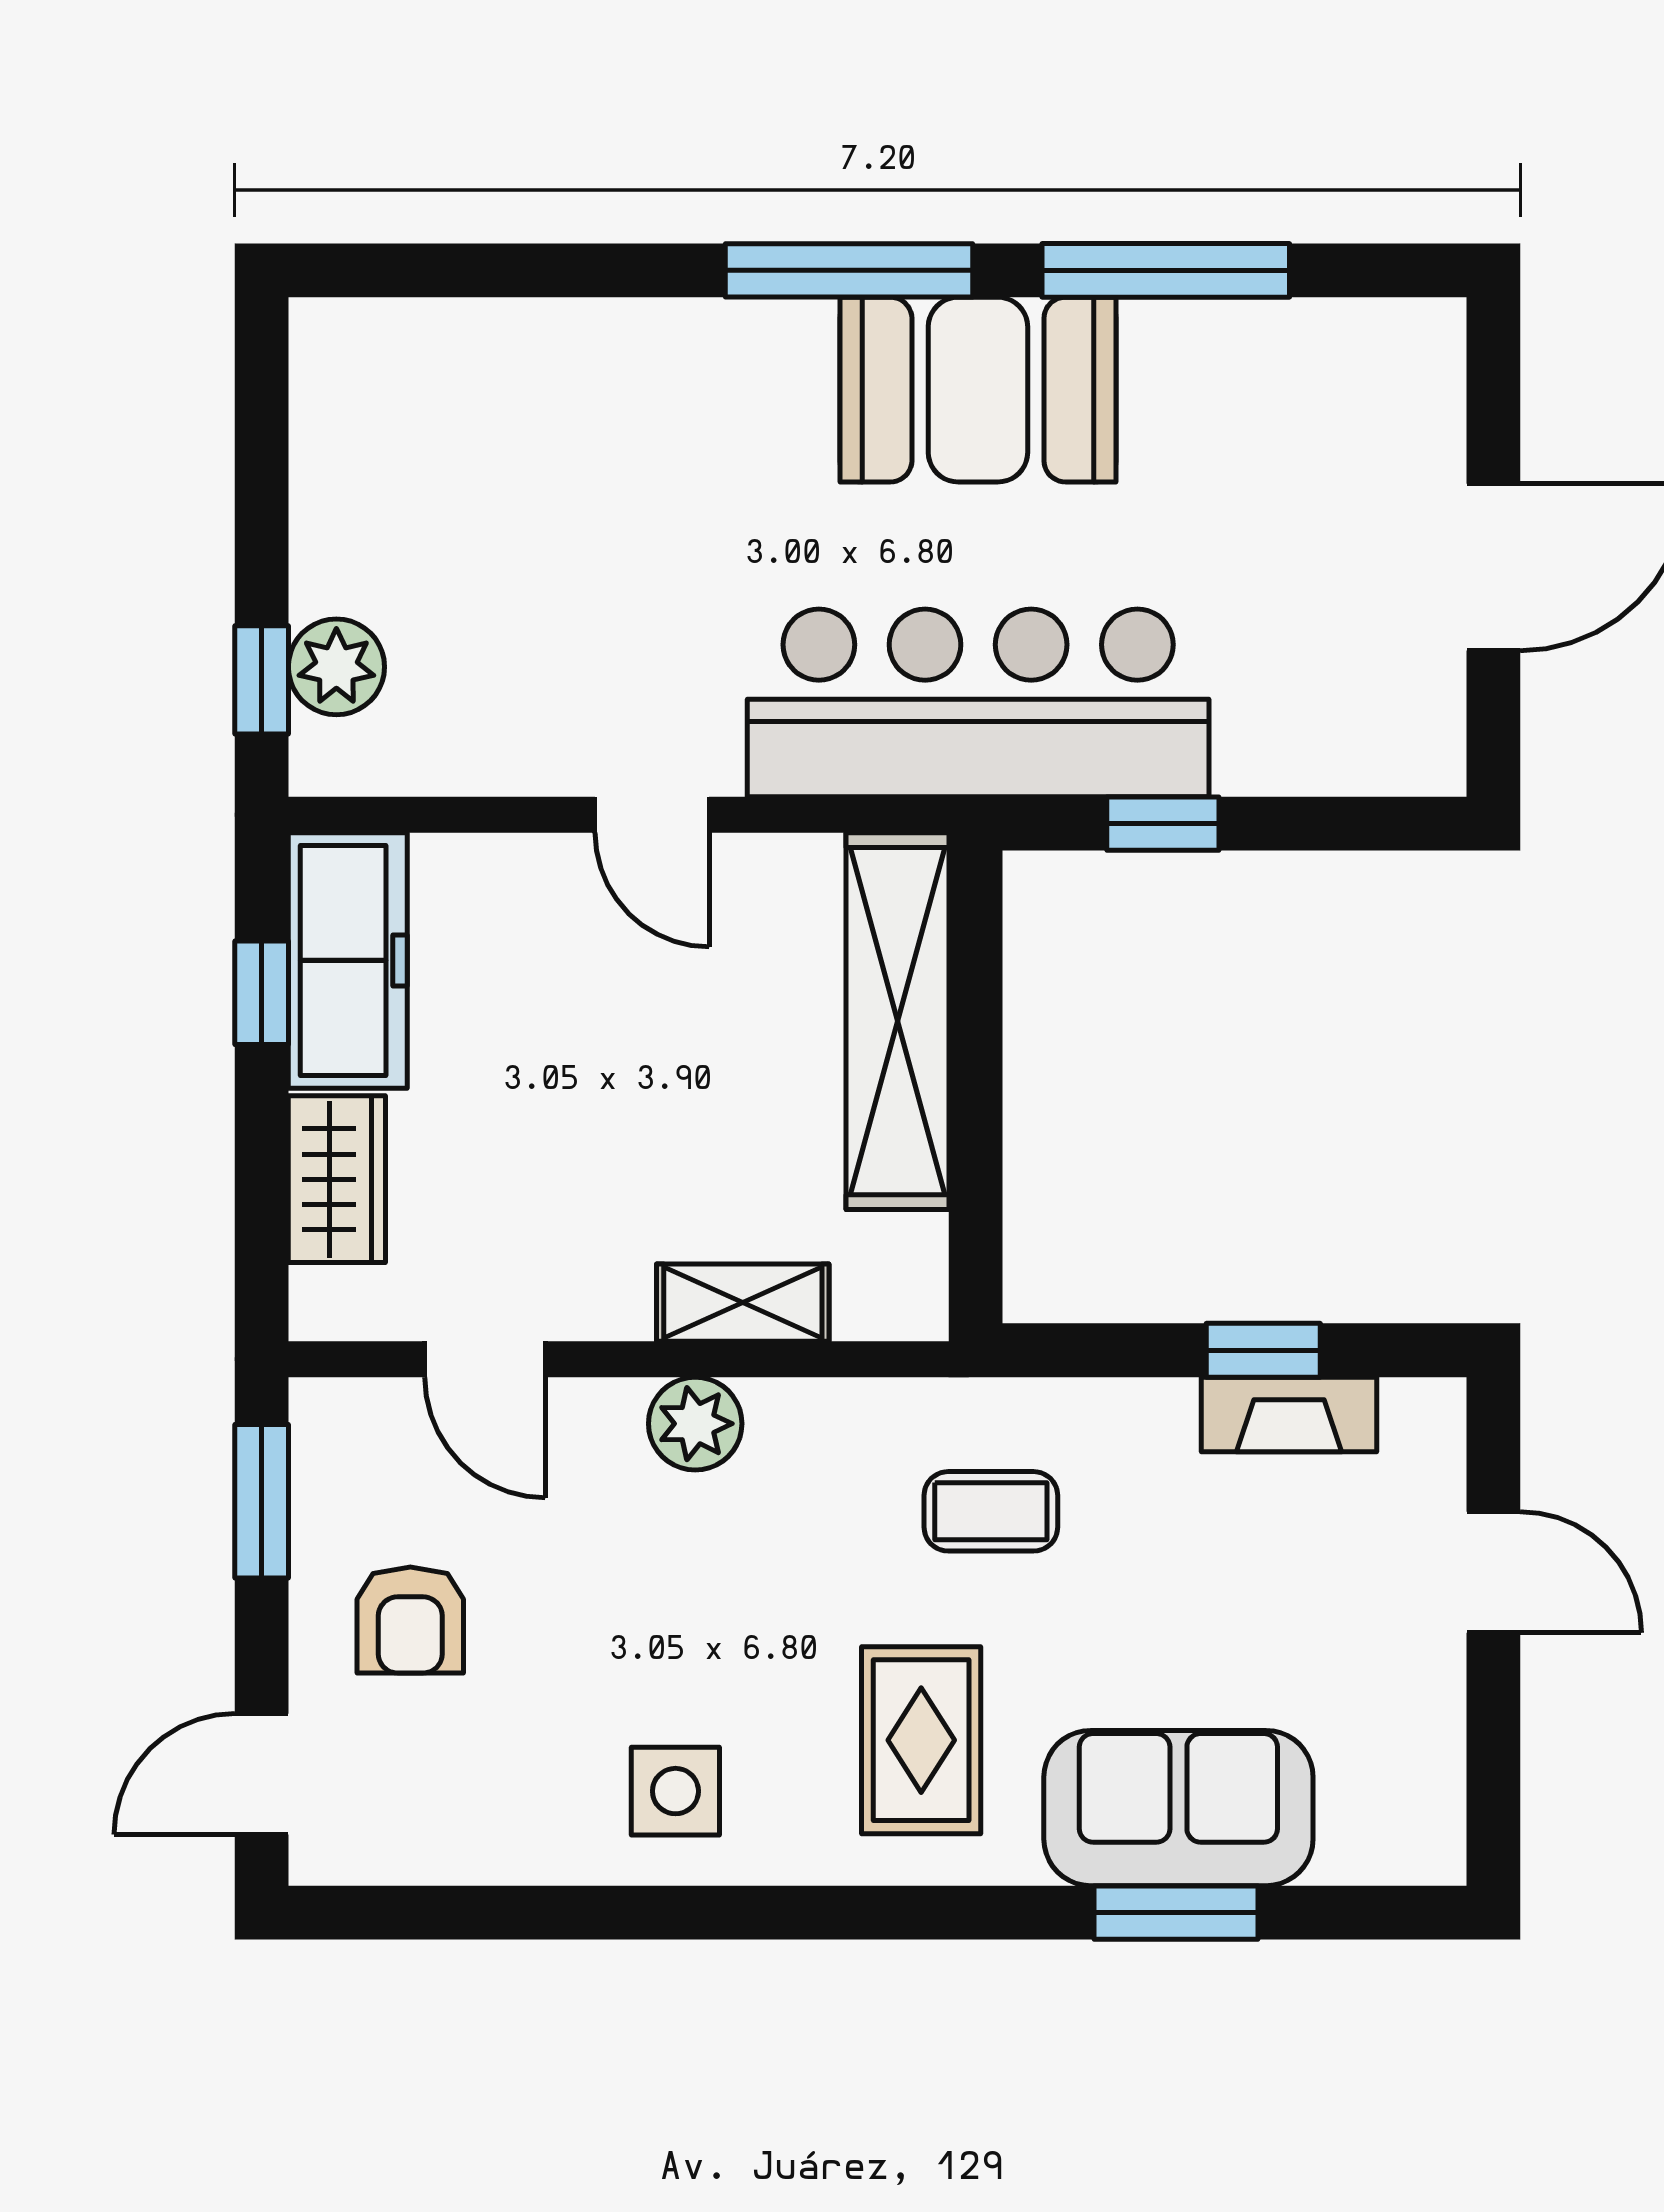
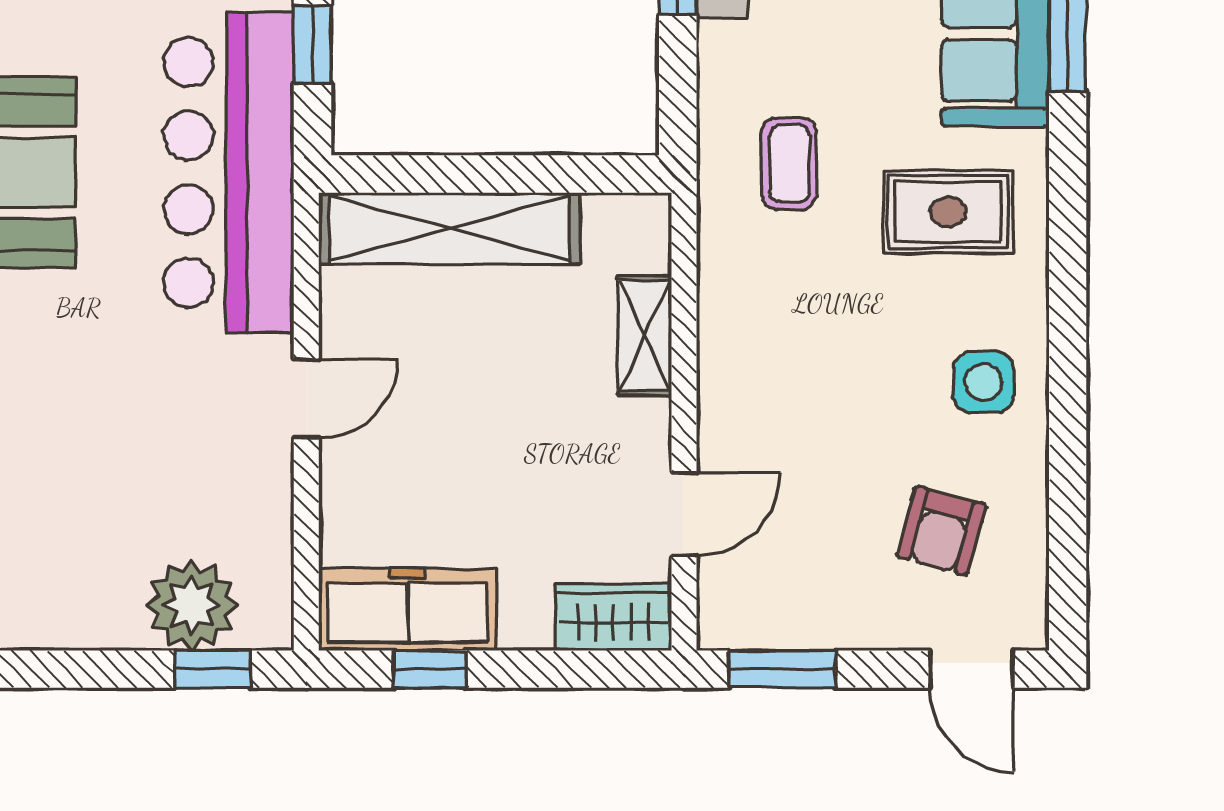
plant: (336, 667) -> (192, 605), width x1.36, depth x1.36
wardrobe: (337, 1179) -> (614, 617), moved
plant: (695, 1424) -> (729, 368), removed
armchair: (410, 1620) -> (941, 531), moved, turned 105

